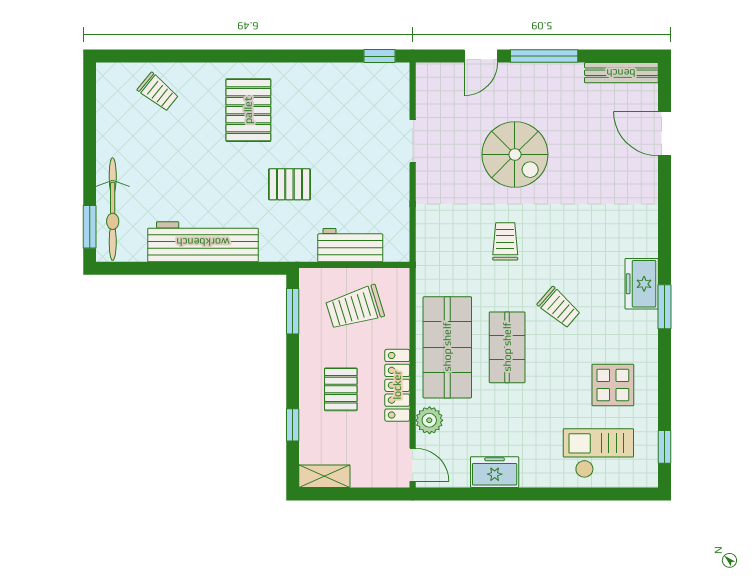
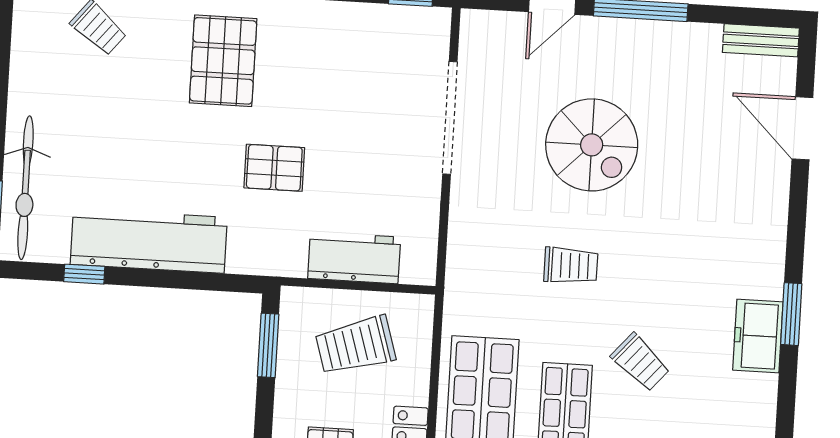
bench: (621, 73) -> (761, 40), width x0.73
doorway: (413, 141) -> (450, 118), width x1.88
trolley: (505, 241) -> (571, 266), turned 90
window: (158, 268) -> (84, 274), added
window: (665, 307) -> (791, 314), moved

